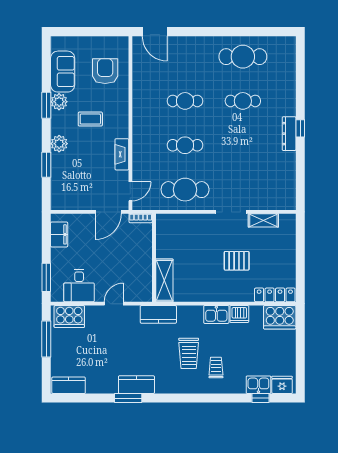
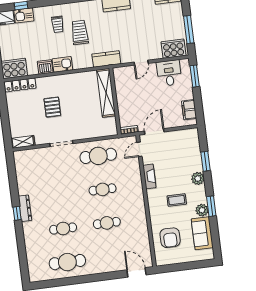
shelving: (263, 220) -> (23, 142), moved
pallet: (237, 261) -> (52, 107), turned 90
shelving: (164, 280) -> (106, 93), width x1.47

